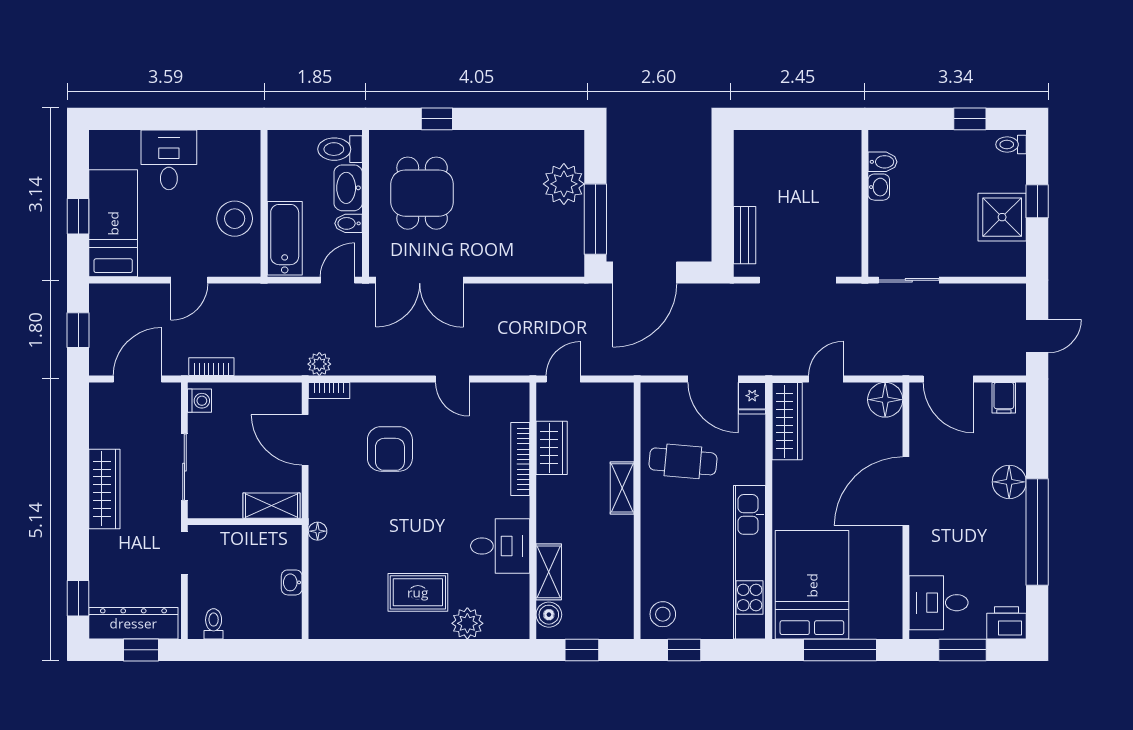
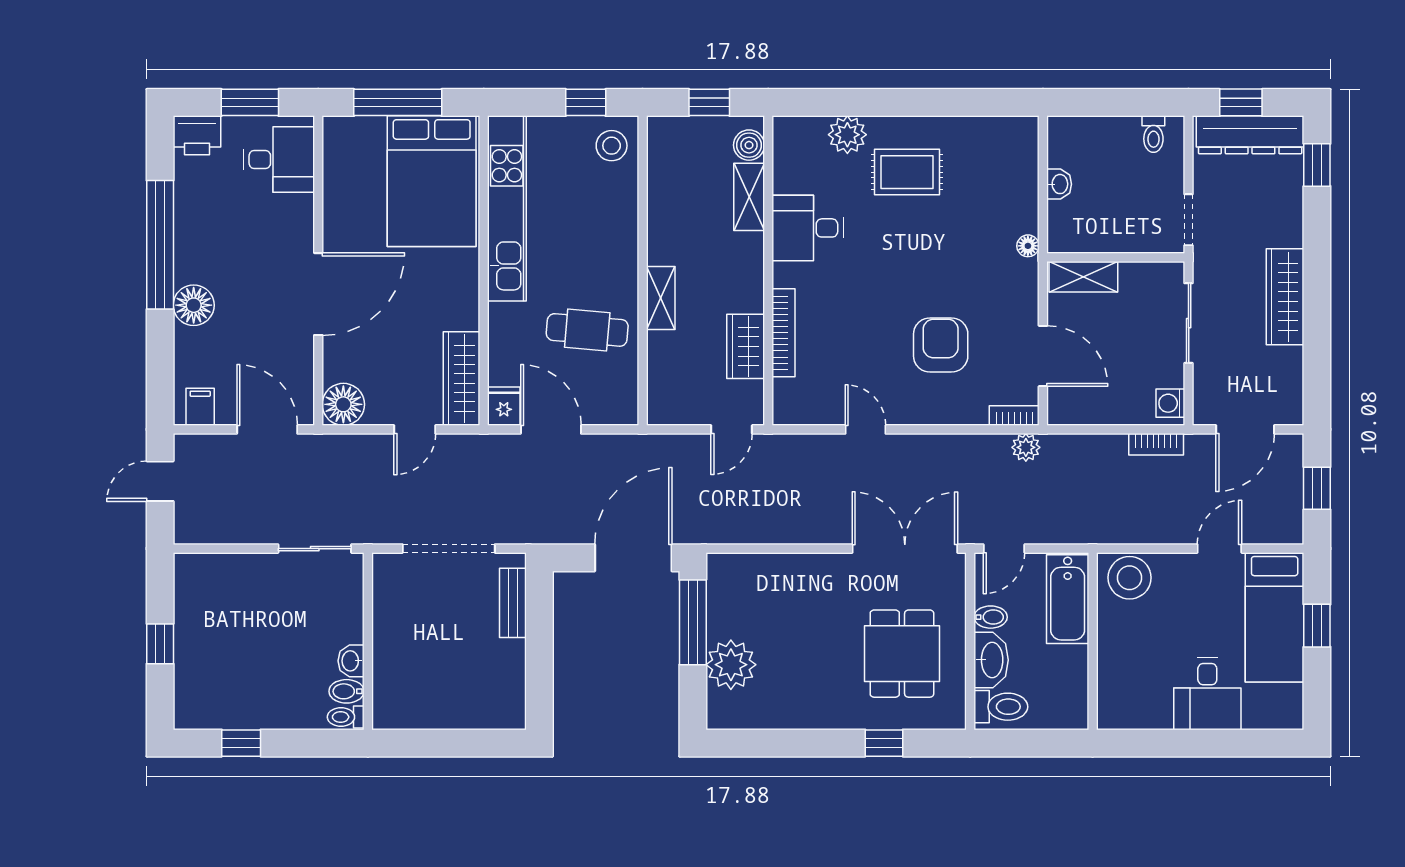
toilet: (1011, 144) -> (346, 717), moved, turned 180
shower: (1002, 217) -> (202, 625), removed
stool: (235, 219) -> (1130, 578), moved
door: (189, 280) -> (1219, 549), moved

